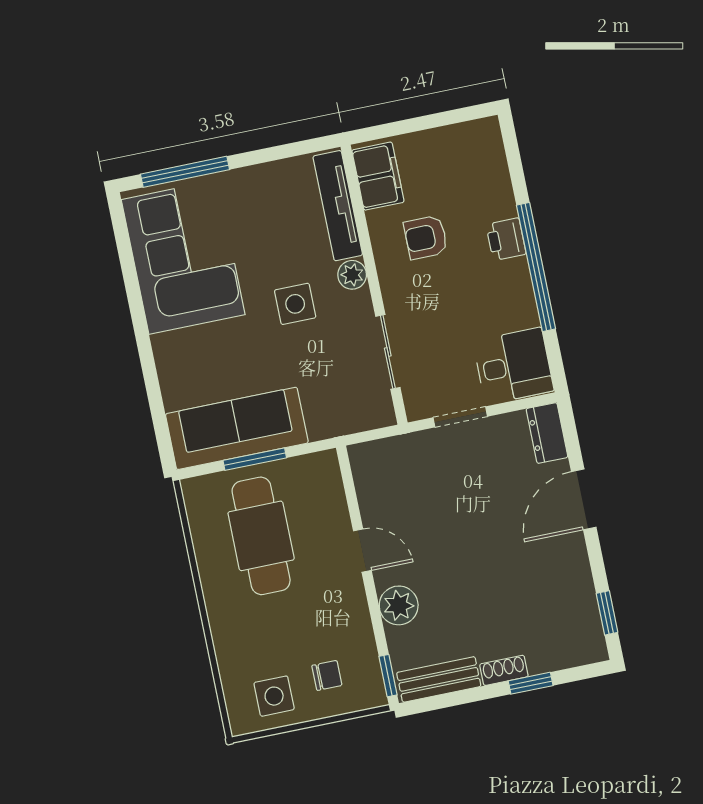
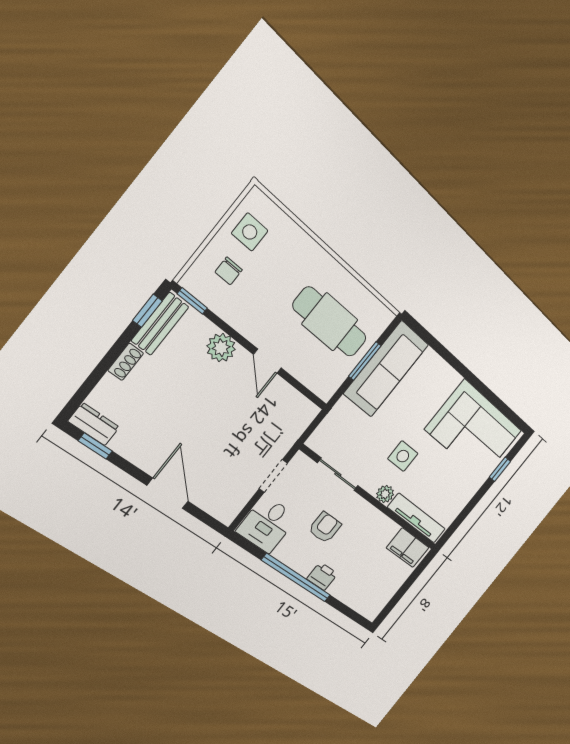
window: (185, 172) -> (500, 469), width x0.46
armchair: (426, 237) -> (325, 527), moved
dresser: (547, 433) -> (94, 424), moved
door: (362, 551) -> (267, 361), hinge flipped
window: (531, 683) -> (147, 311), moved

